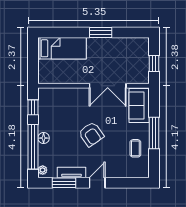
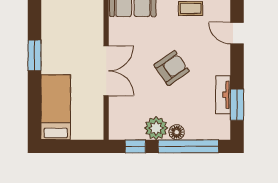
double door: (108, 86) -> (106, 71), moved
plant: (43, 170) -> (156, 128), moved, width x1.88, depth x1.88
door: (97, 183) -> (237, 33), moved

